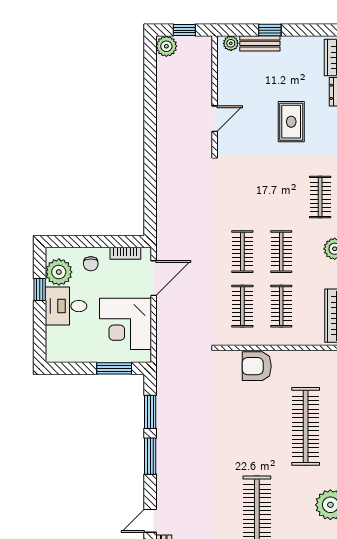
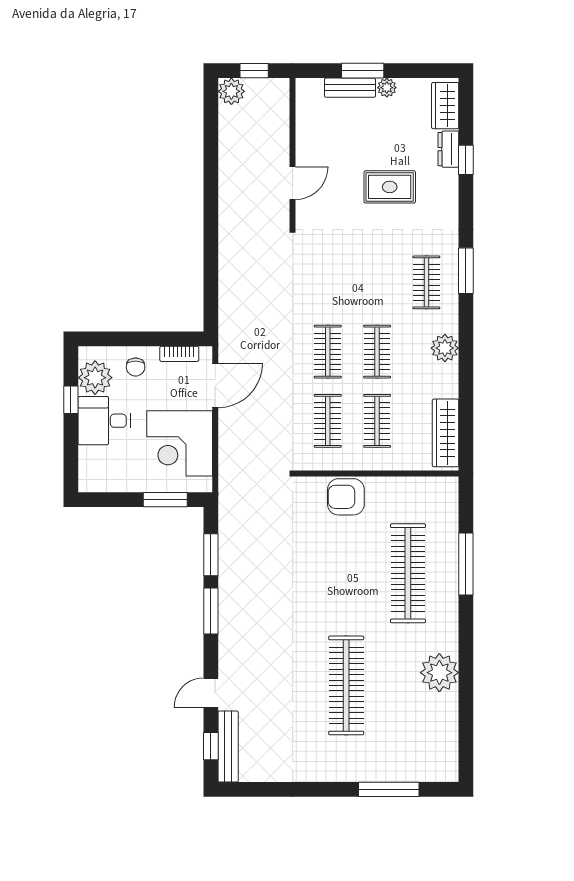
window: (270, 30) -> (363, 71), width x1.50
plant: (231, 43) -> (387, 88), moved
rug: (291, 122) -> (390, 187), turned 90

